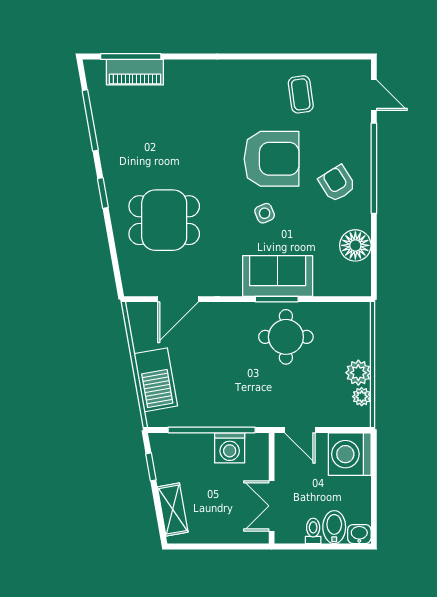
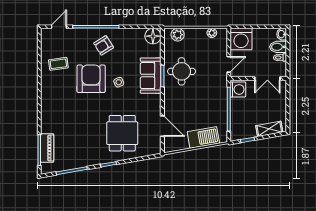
floor lamp: (355, 245) -> (153, 36), moved
plant: (358, 373) -> (178, 35), moved
washing machine: (230, 448) -> (238, 89), moved

